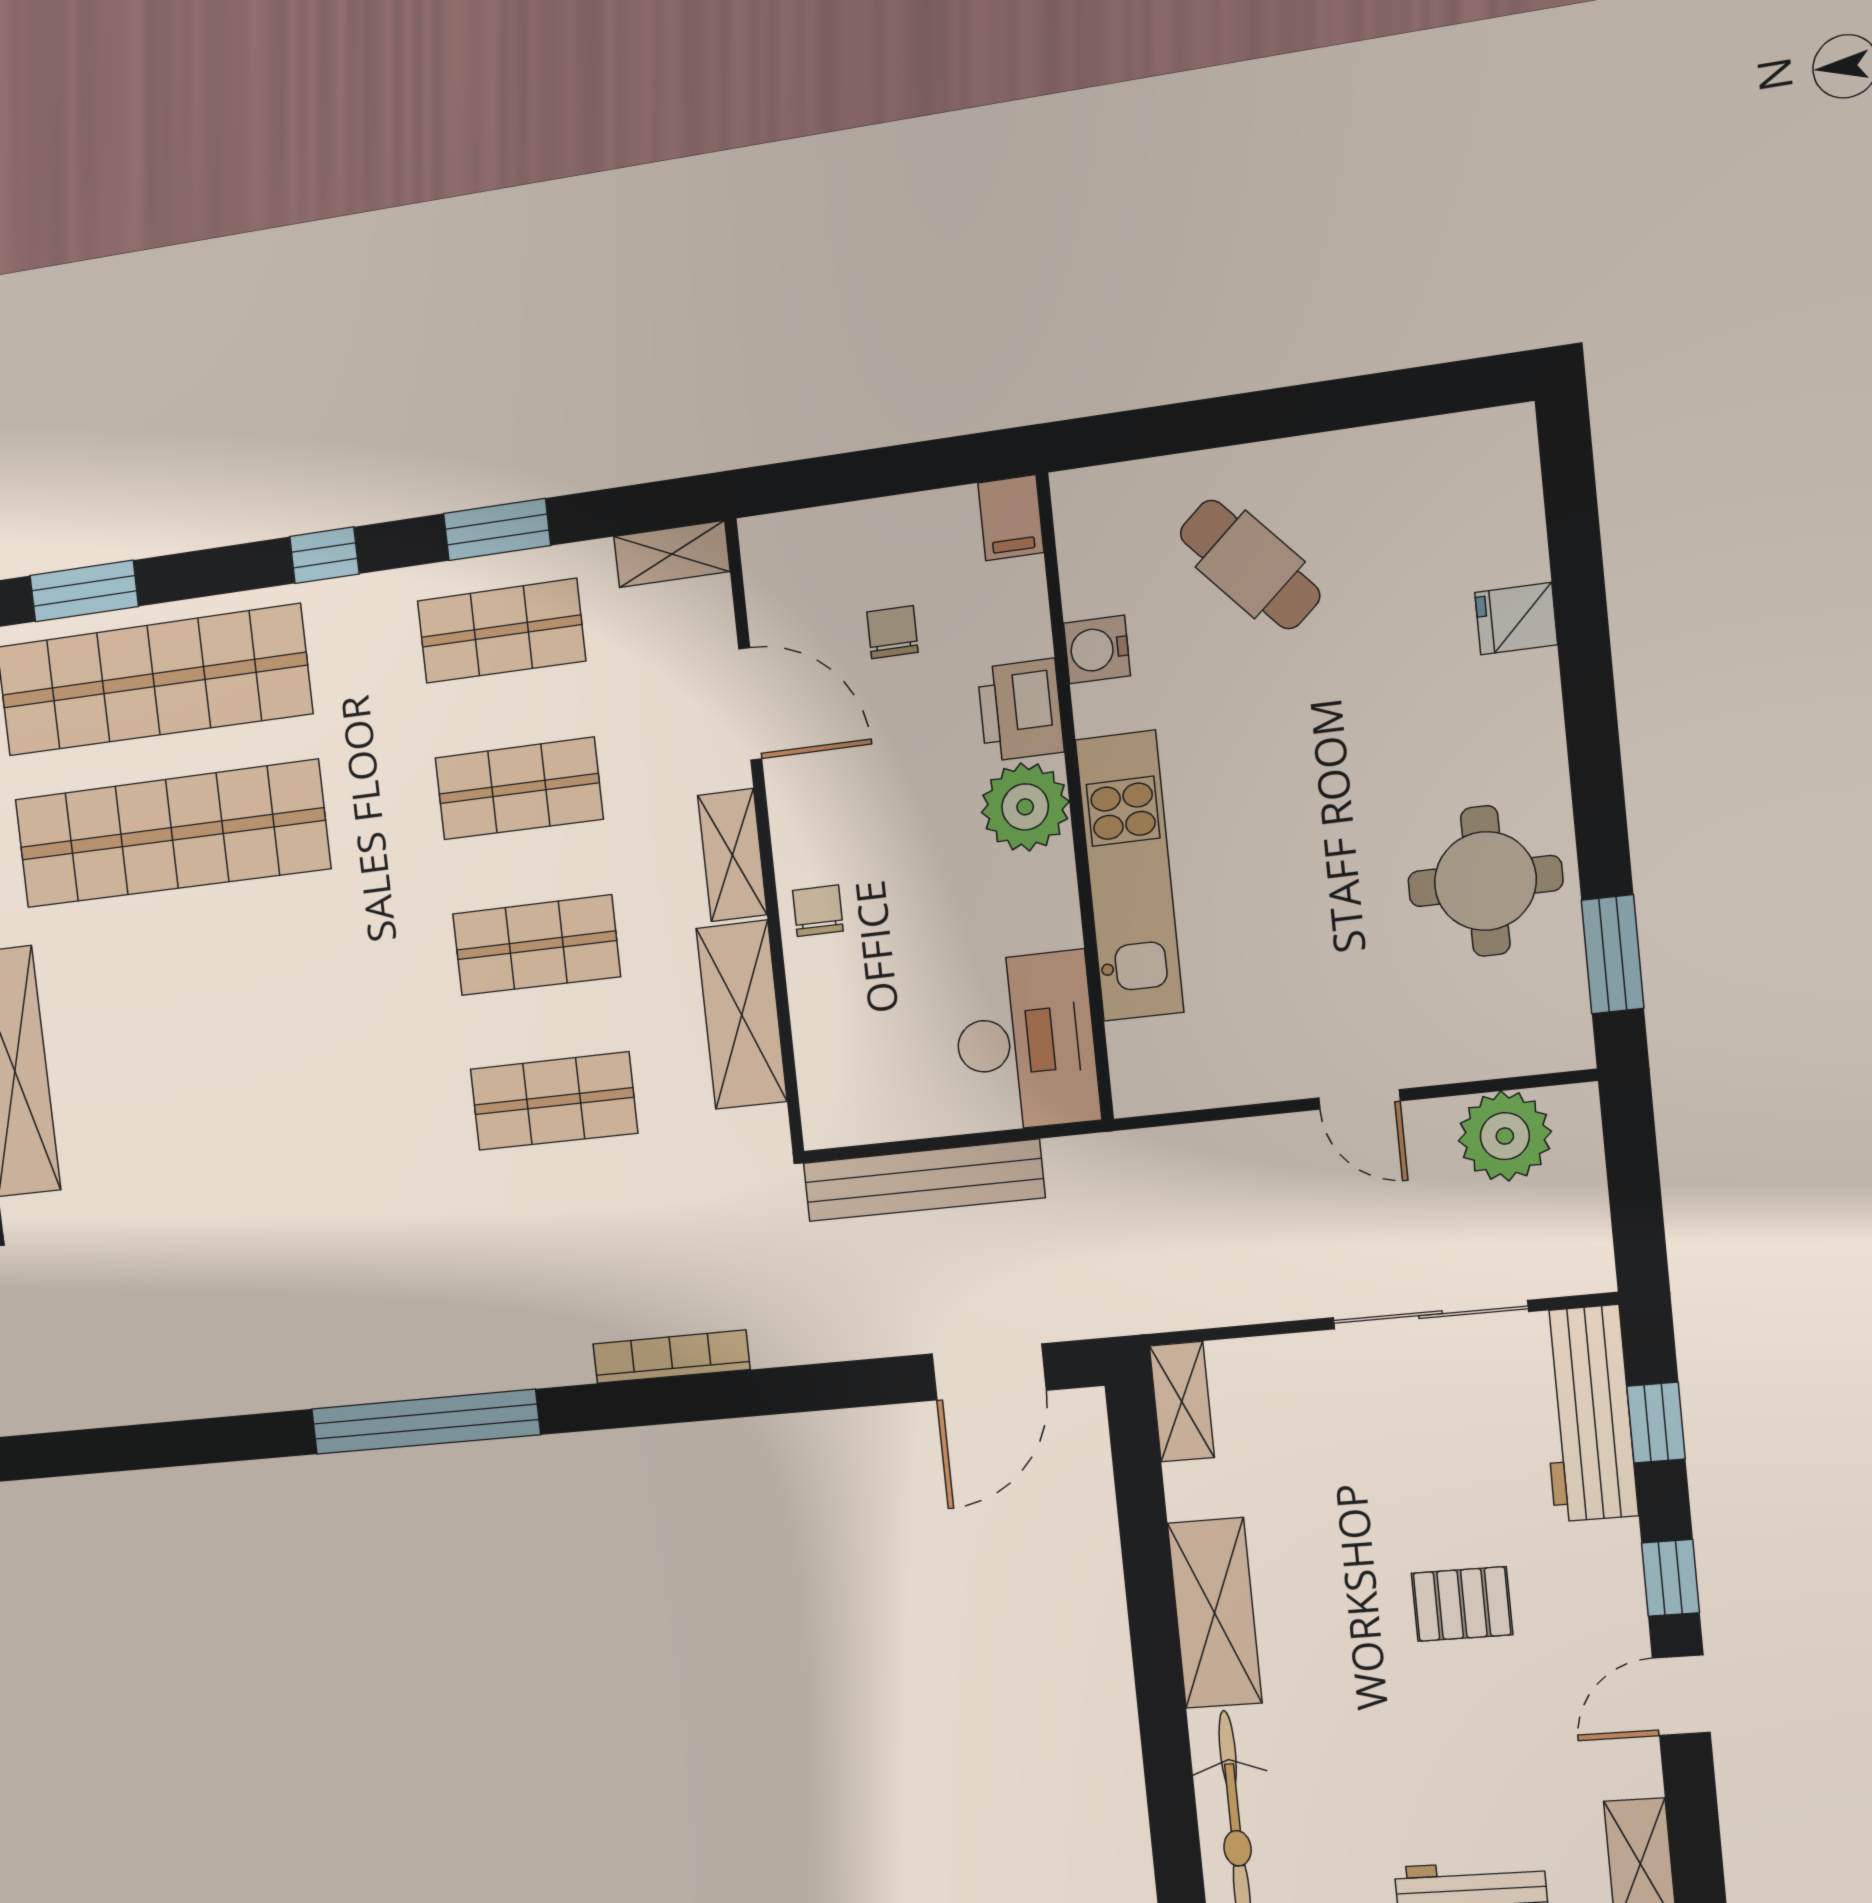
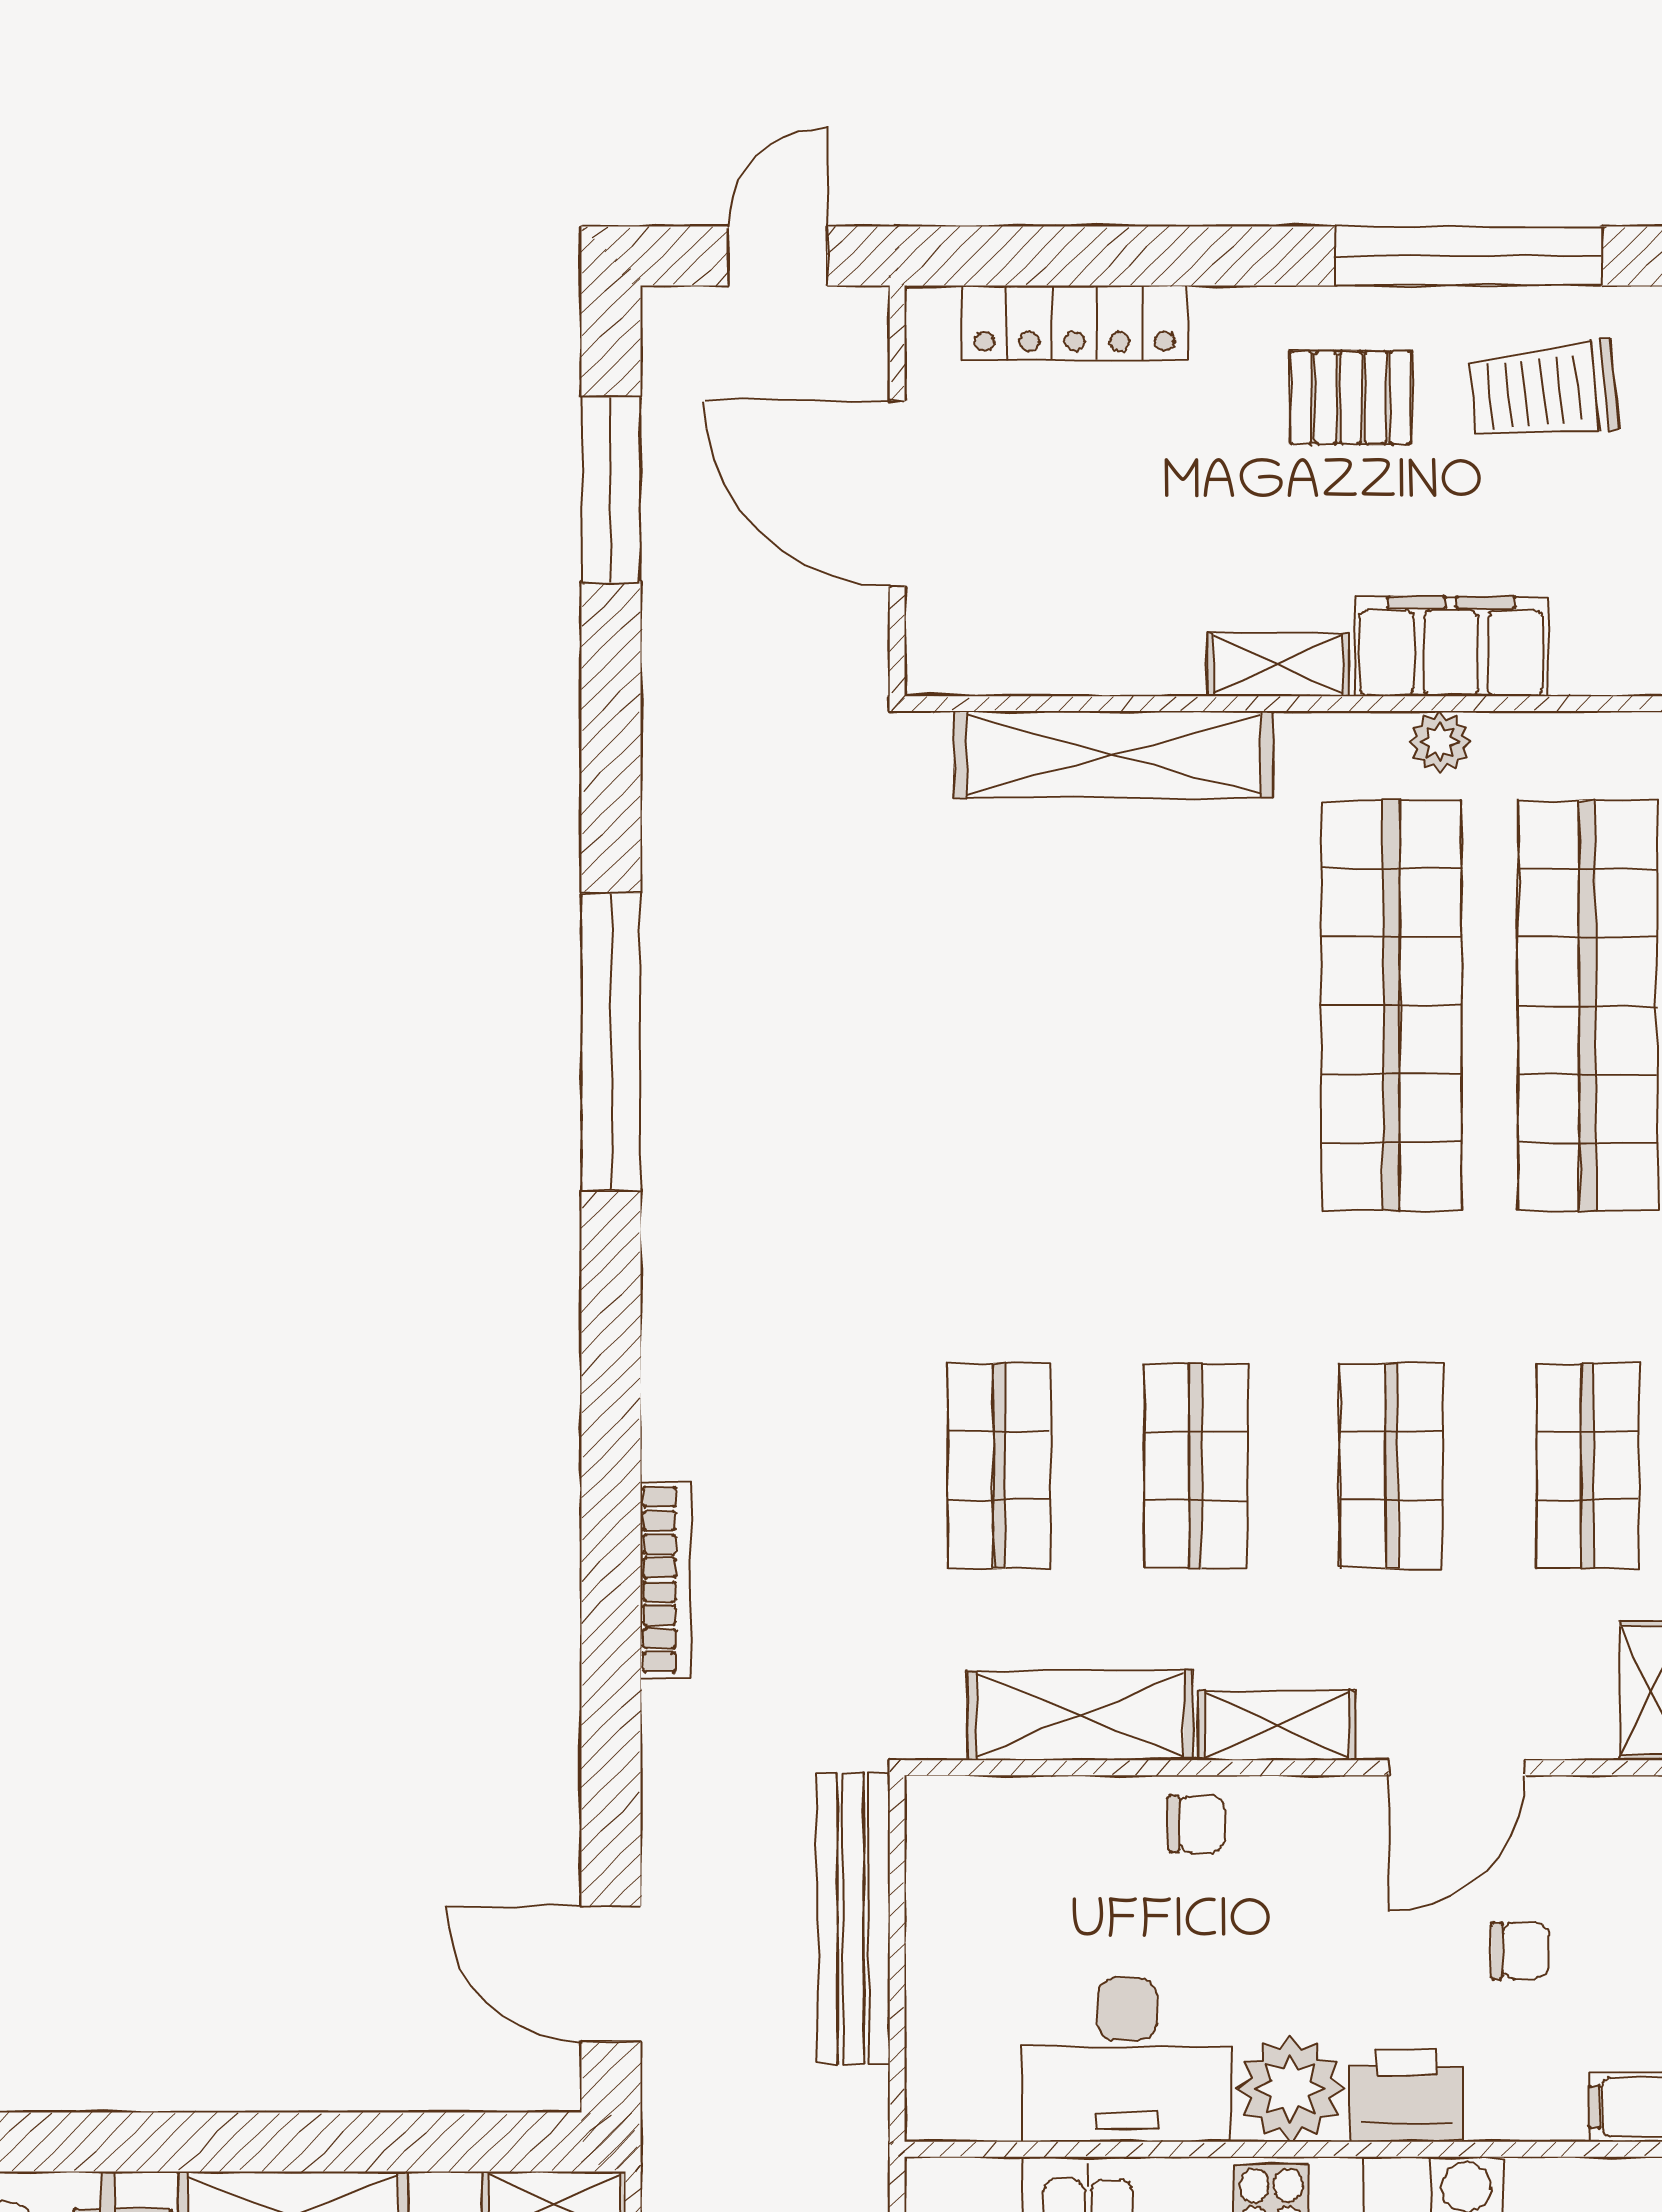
desk: (1026, 1042) -> (1127, 2060), moved
window: (425, 1422) -> (611, 1042), moved

